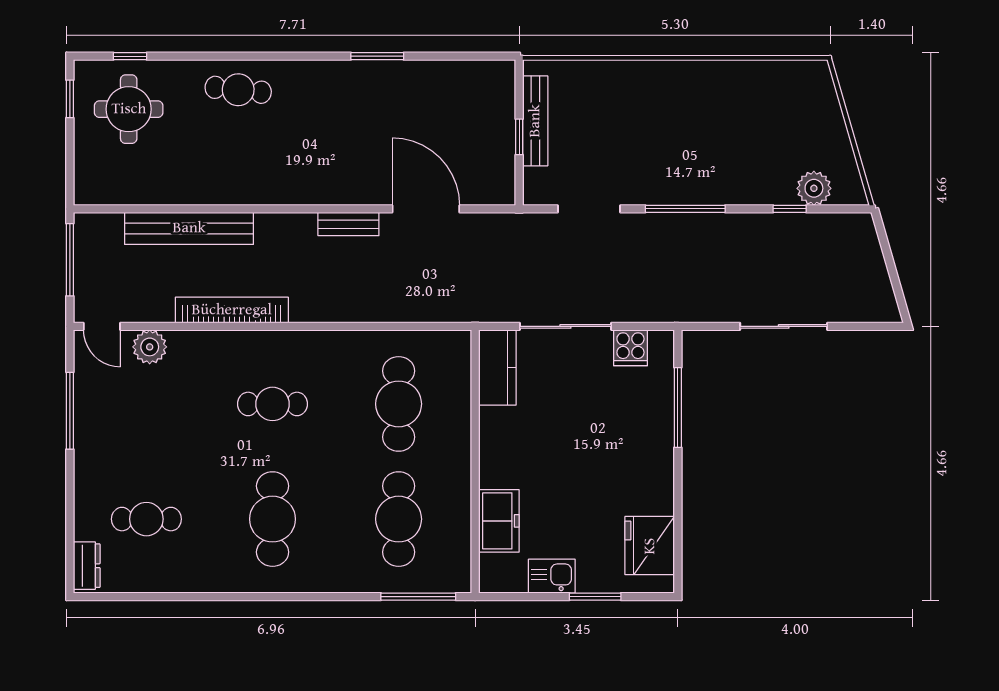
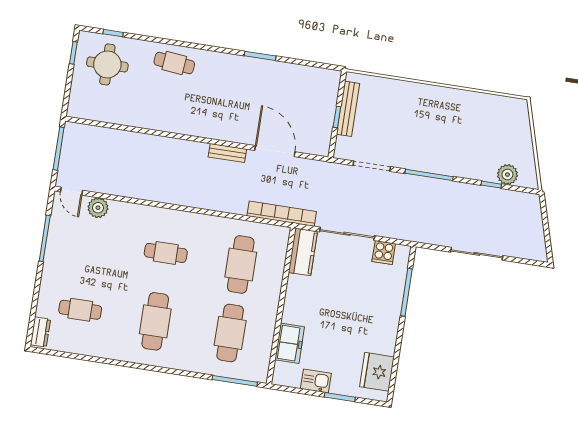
bench: (189, 228) -> (132, 141), removed
bookcase: (232, 310) -> (282, 214), moved

